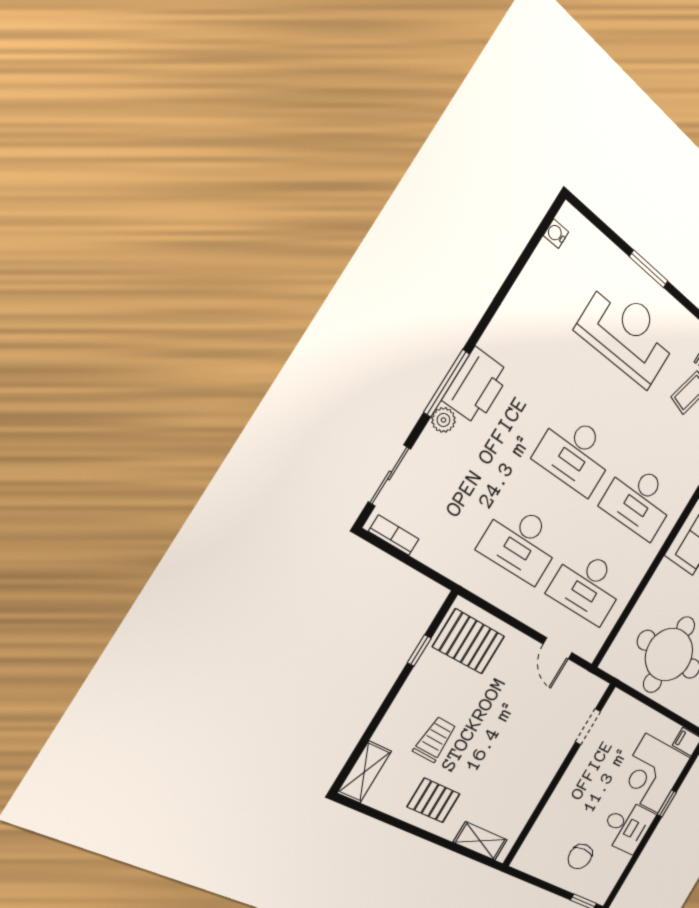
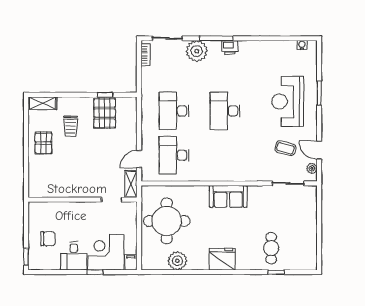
reception desk: (627, 334) -> (288, 101), turned 180
printer: (477, 386) -> (230, 47), width x0.53, depth x0.68
plant: (443, 420) -> (197, 51), width x1.87, depth x1.87
desk: (639, 500) -> (225, 155), removed
pallet: (469, 642) -> (105, 113), moved
trolley: (435, 739) -> (71, 126), turned 87
shelving: (480, 841) -> (131, 184), moved
chair: (580, 857) -> (48, 239), turned 180

